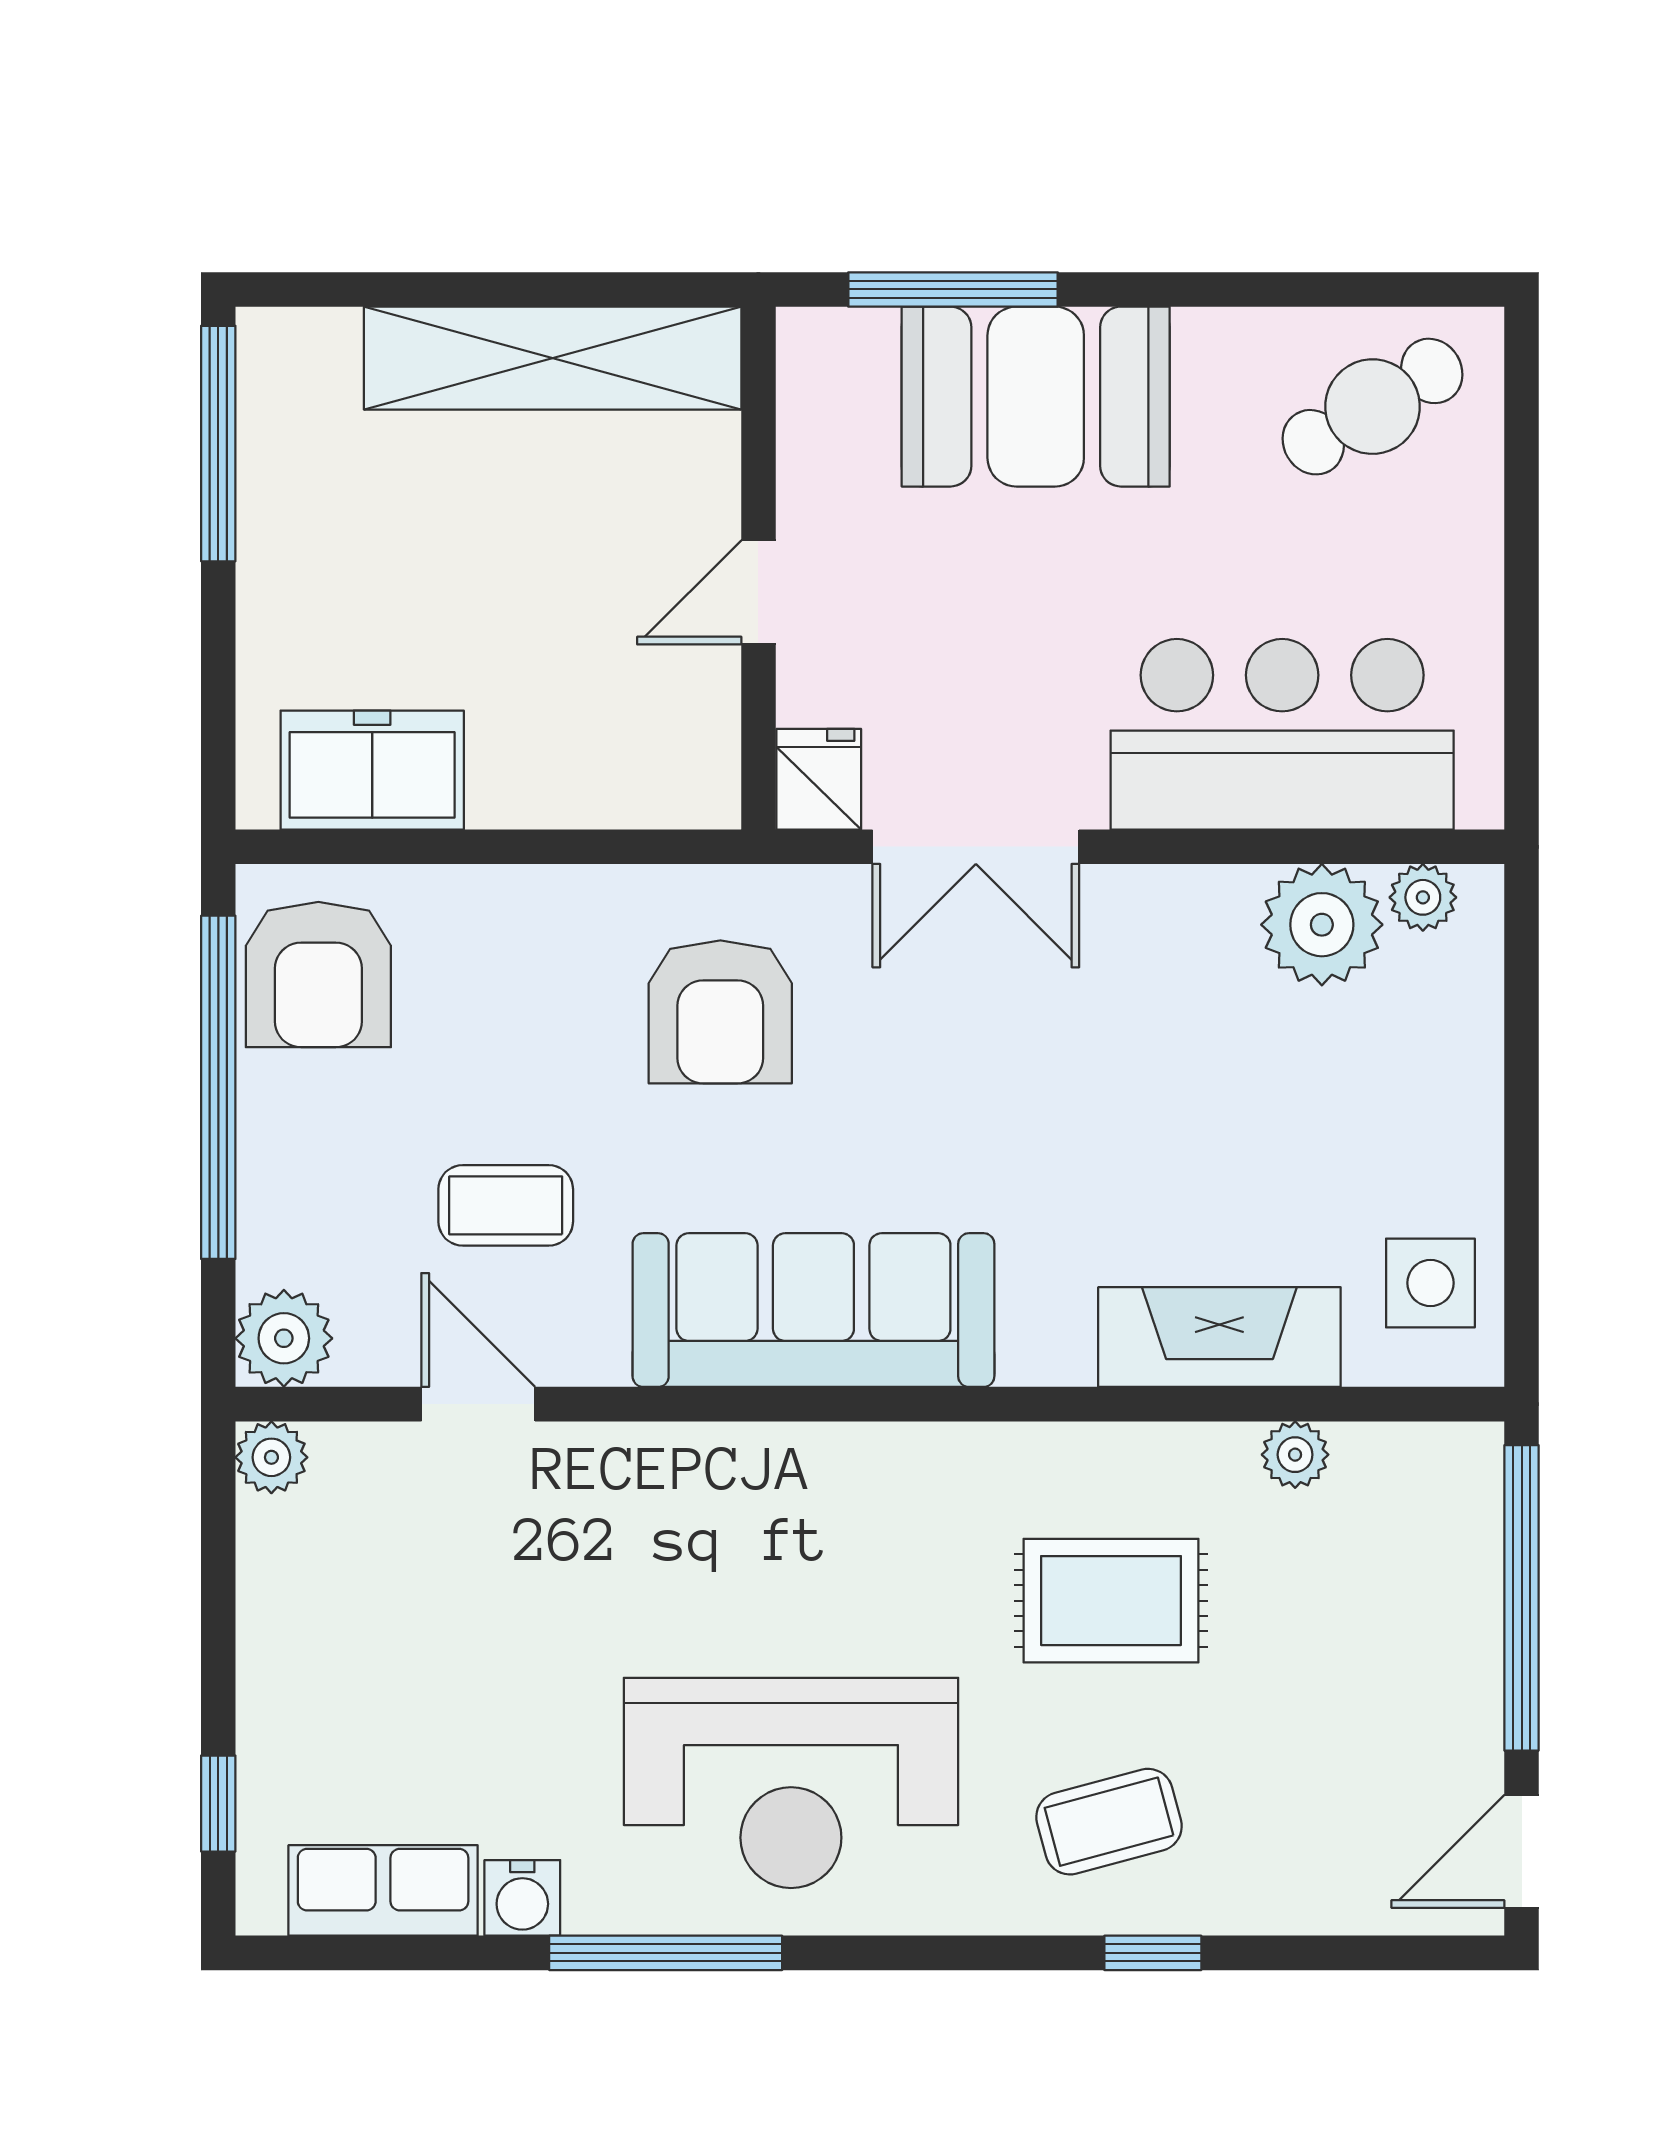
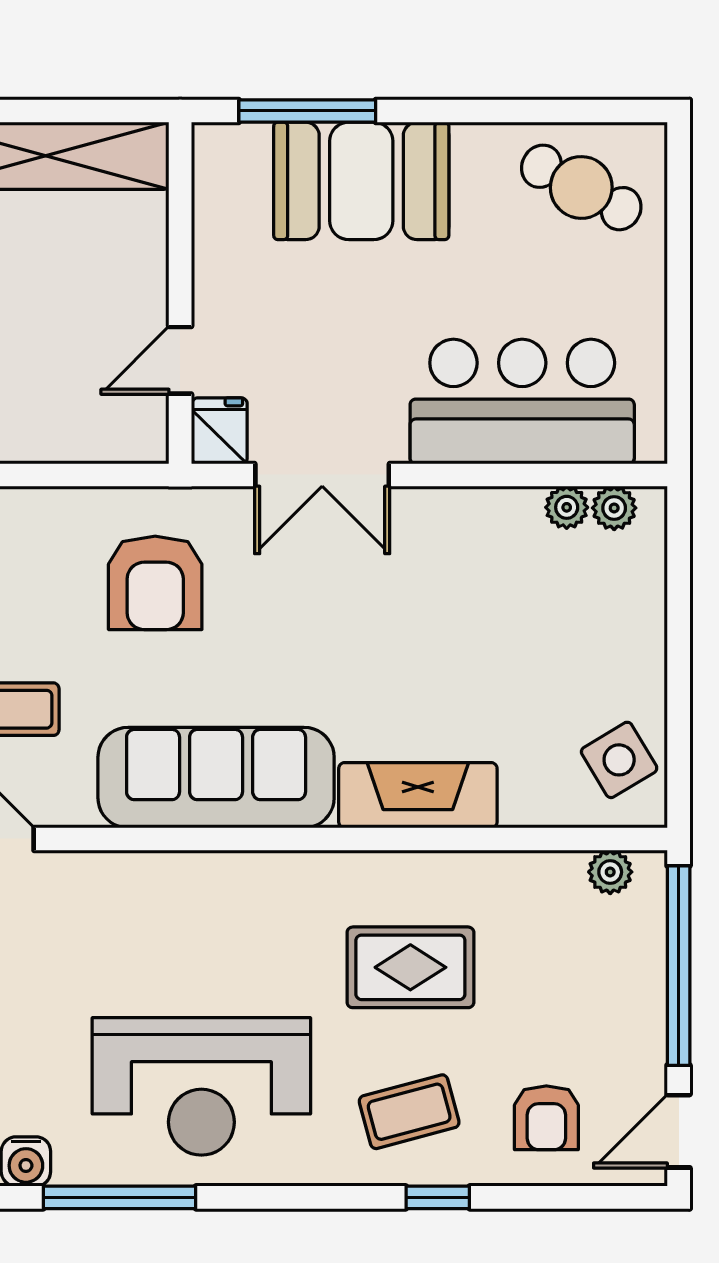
cafe table: (1373, 407) -> (581, 187), turned 59
door: (758, 592) -> (180, 360), moved
plant: (1322, 925) -> (567, 507), width x0.53, depth x0.53
side table: (1430, 1283) -> (619, 760), turned -31
fireplace: (1219, 1337) -> (418, 795), moved
plant: (1295, 1455) -> (610, 872), moved
armchair: (1319, 1831) -> (546, 1118), added

